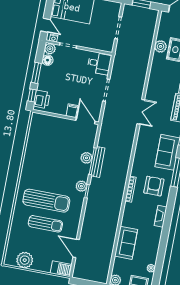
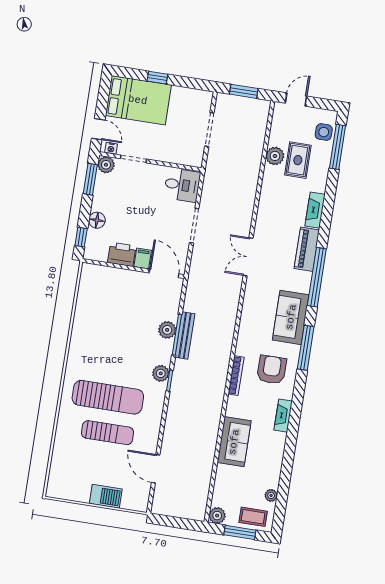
floor lamp: (48, 60) -> (97, 220), moved
window: (36, 73) -> (90, 179), moved
printer: (42, 99) -> (122, 254), moved, turned -90
double door: (141, 112) -> (248, 257), swing flipped
sofa: (126, 243) -> (234, 442), moved
plant: (25, 260) -> (78, 489), removed
barbecue: (61, 269) -> (106, 496), moved

